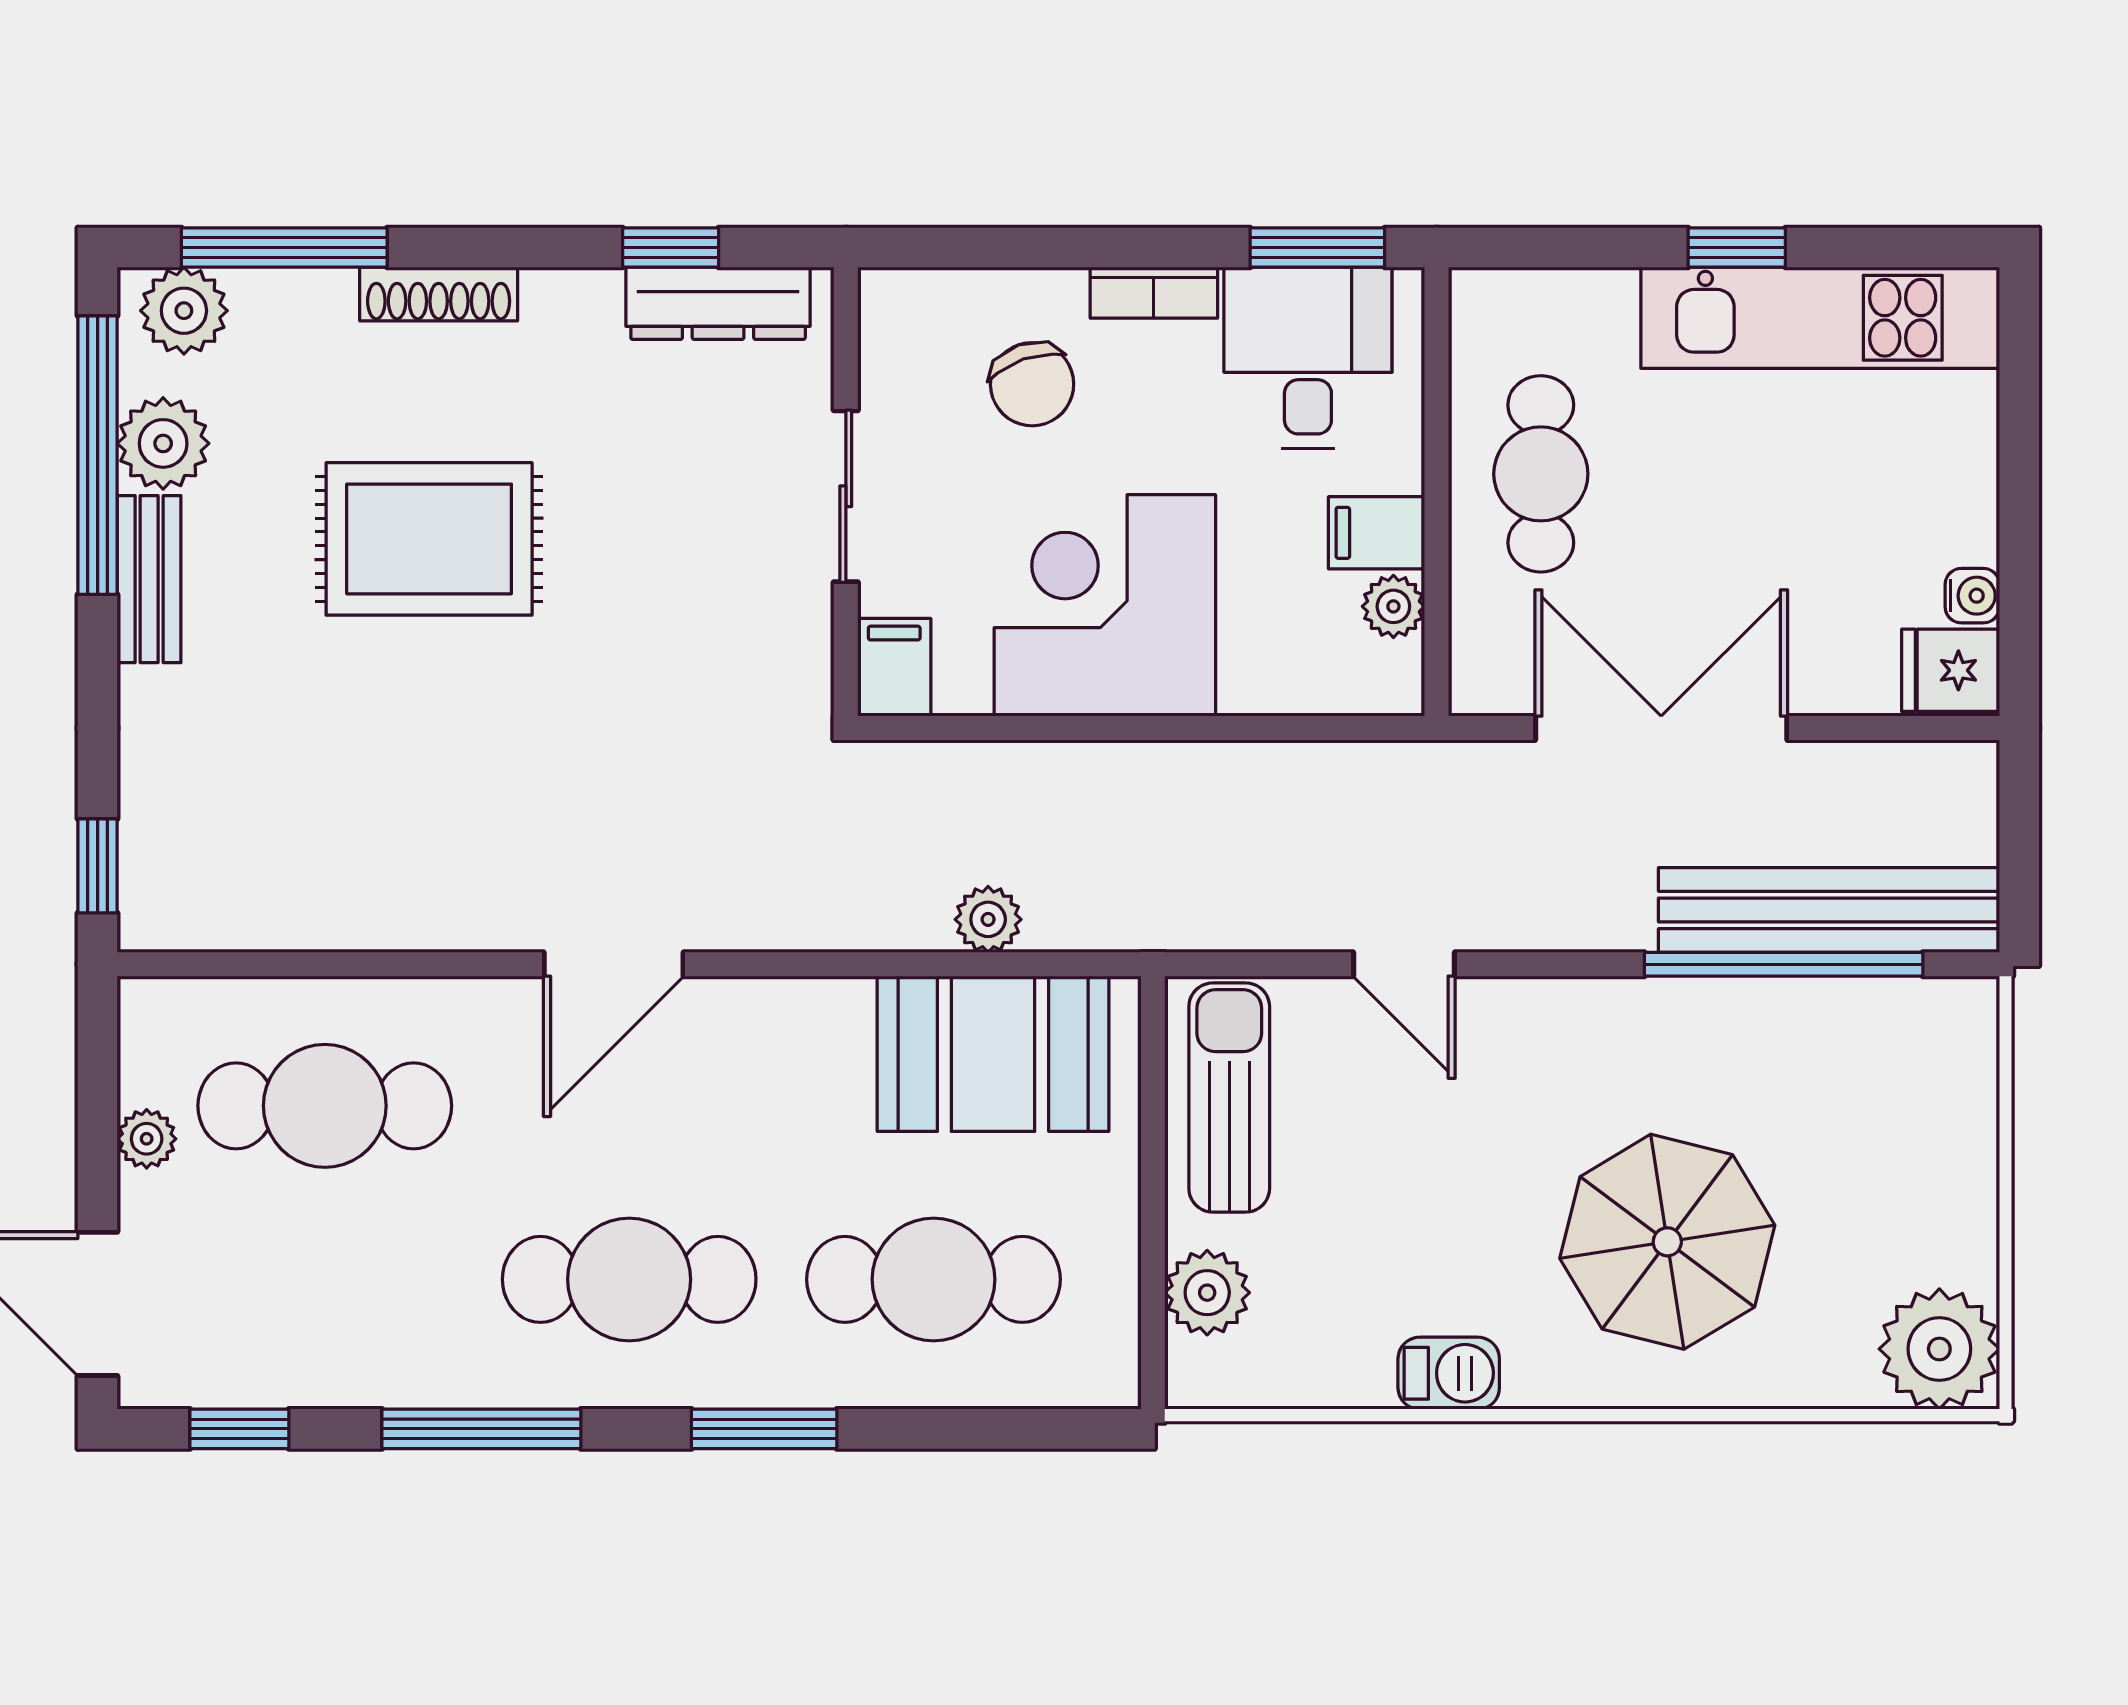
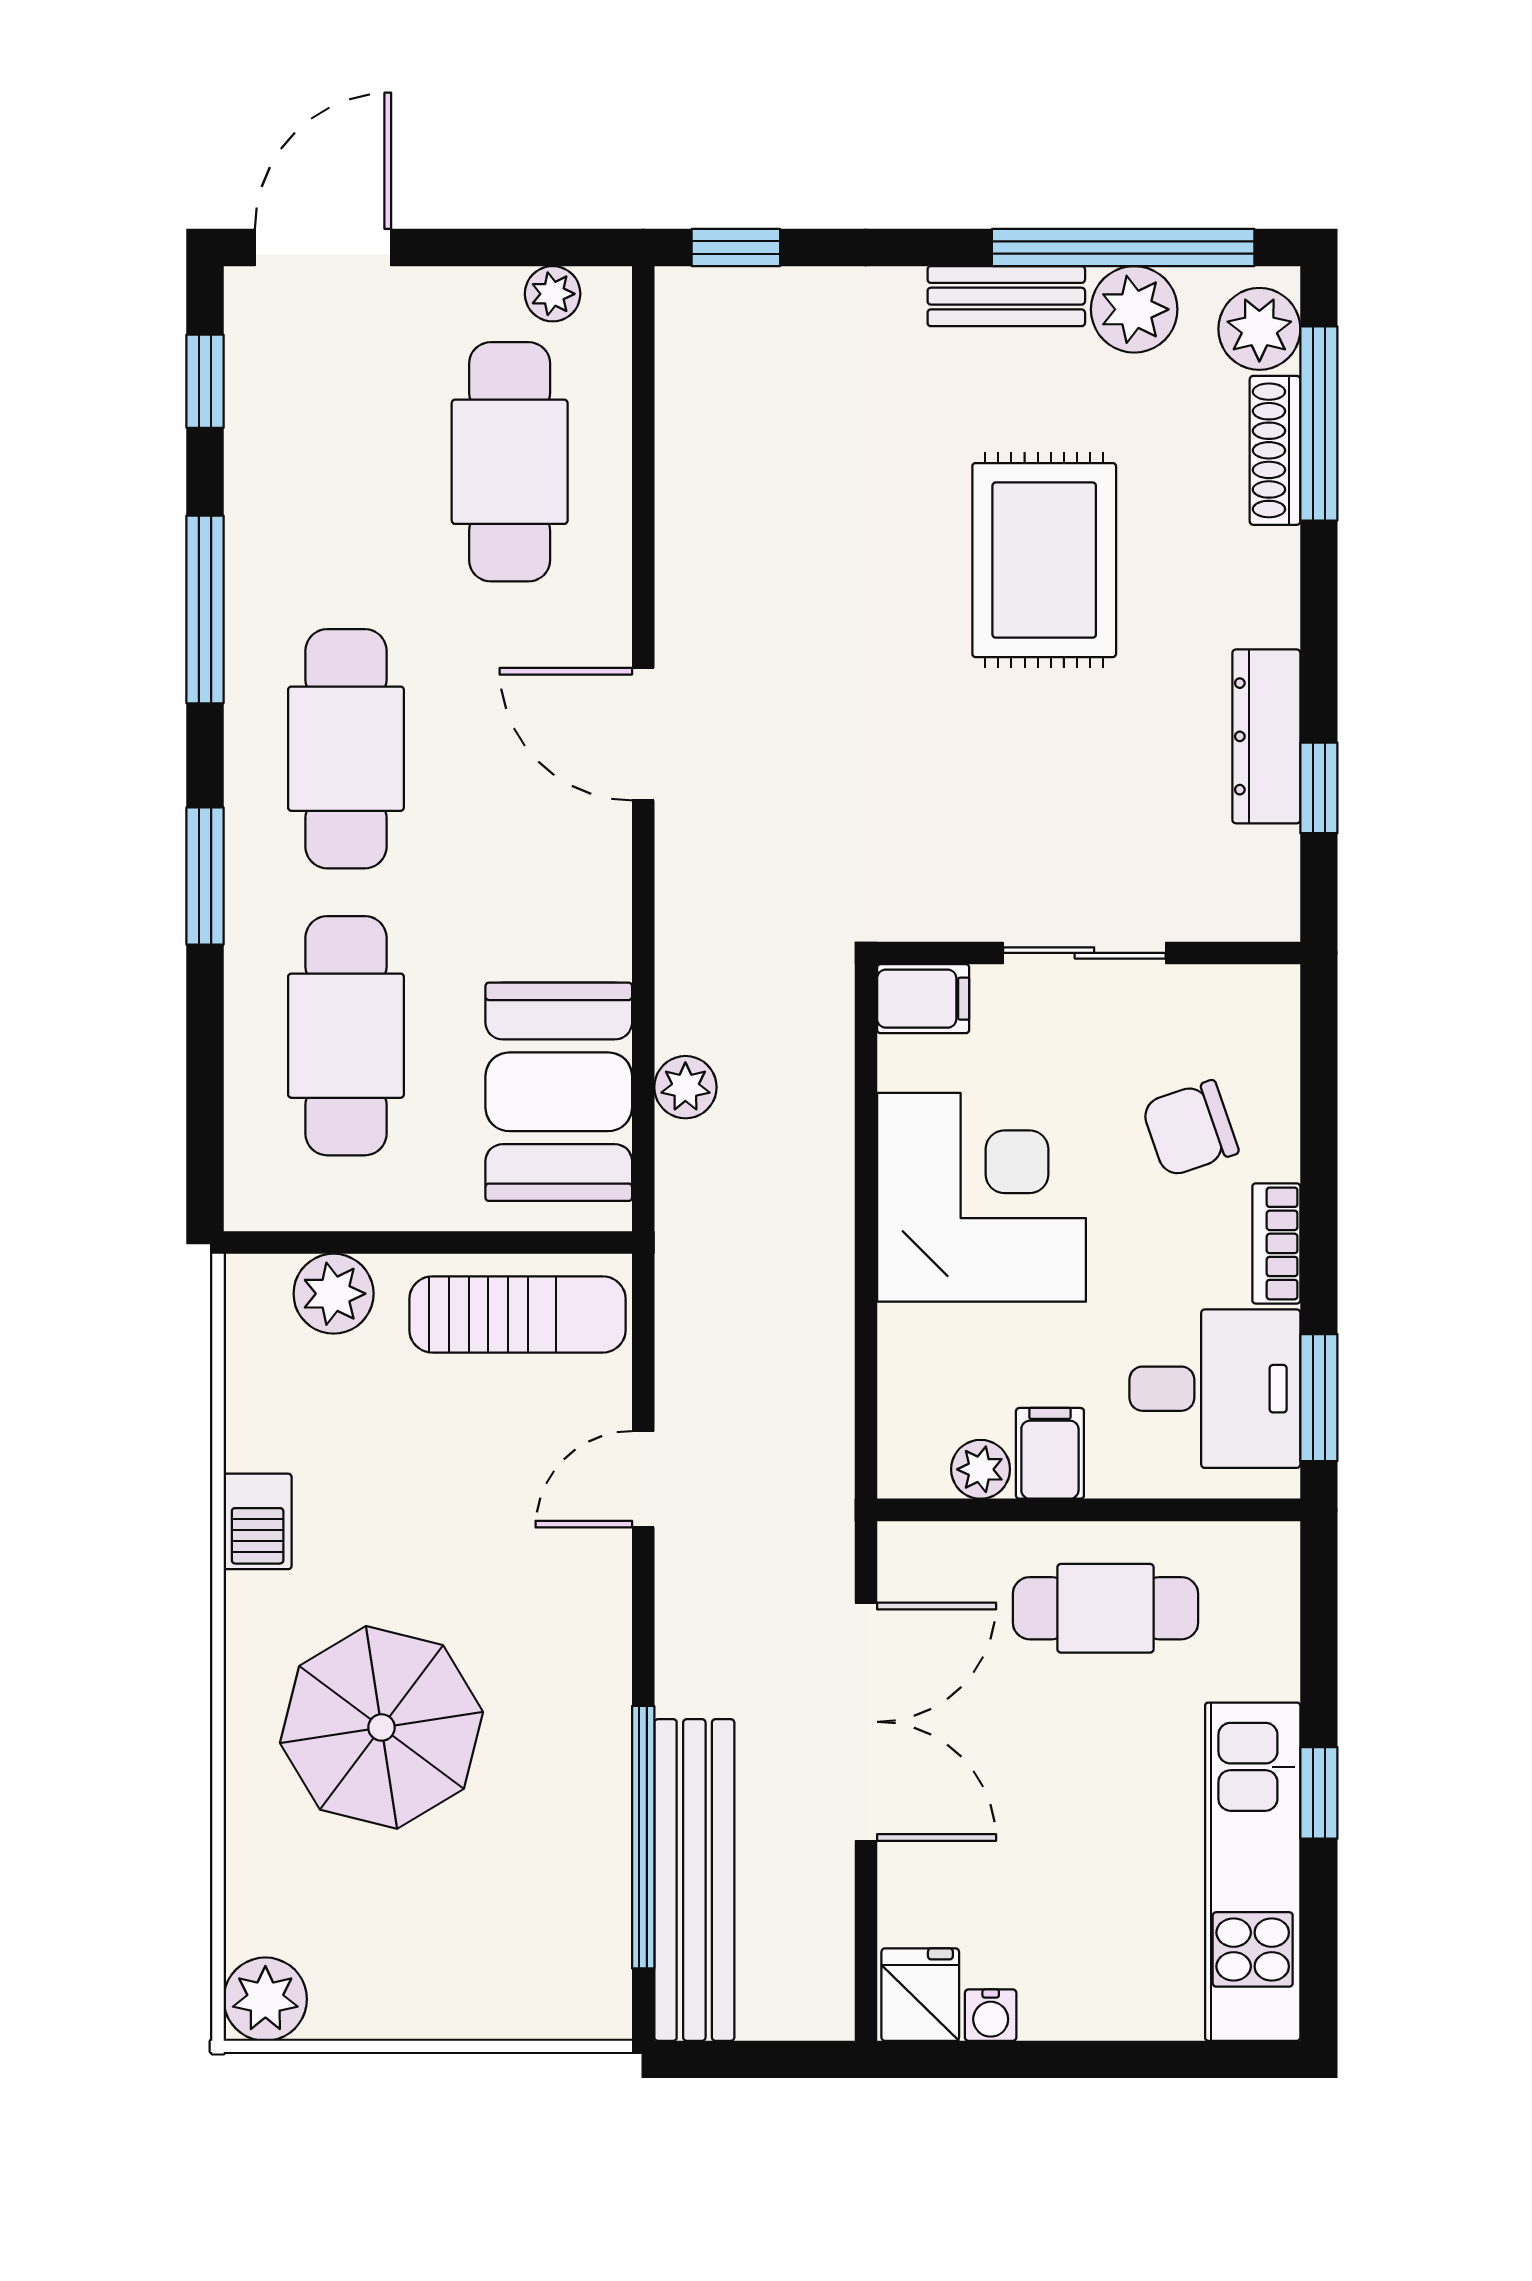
shoe rack: (439, 294) -> (1275, 450), moved
dresser: (718, 303) -> (1266, 736), moved
plant: (147, 1139) -> (553, 294), moved
plant: (1939, 1349) -> (265, 1999), width x0.73, depth x0.73

